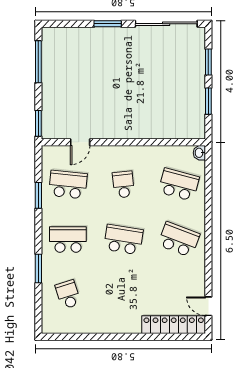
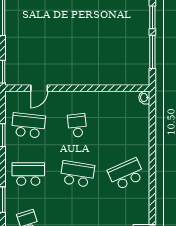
window: (208, 101) -> (152, 52), width x1.44
school desk: (179, 185) -> (126, 125), removed
school desk: (179, 239) -> (126, 174), turned -45

